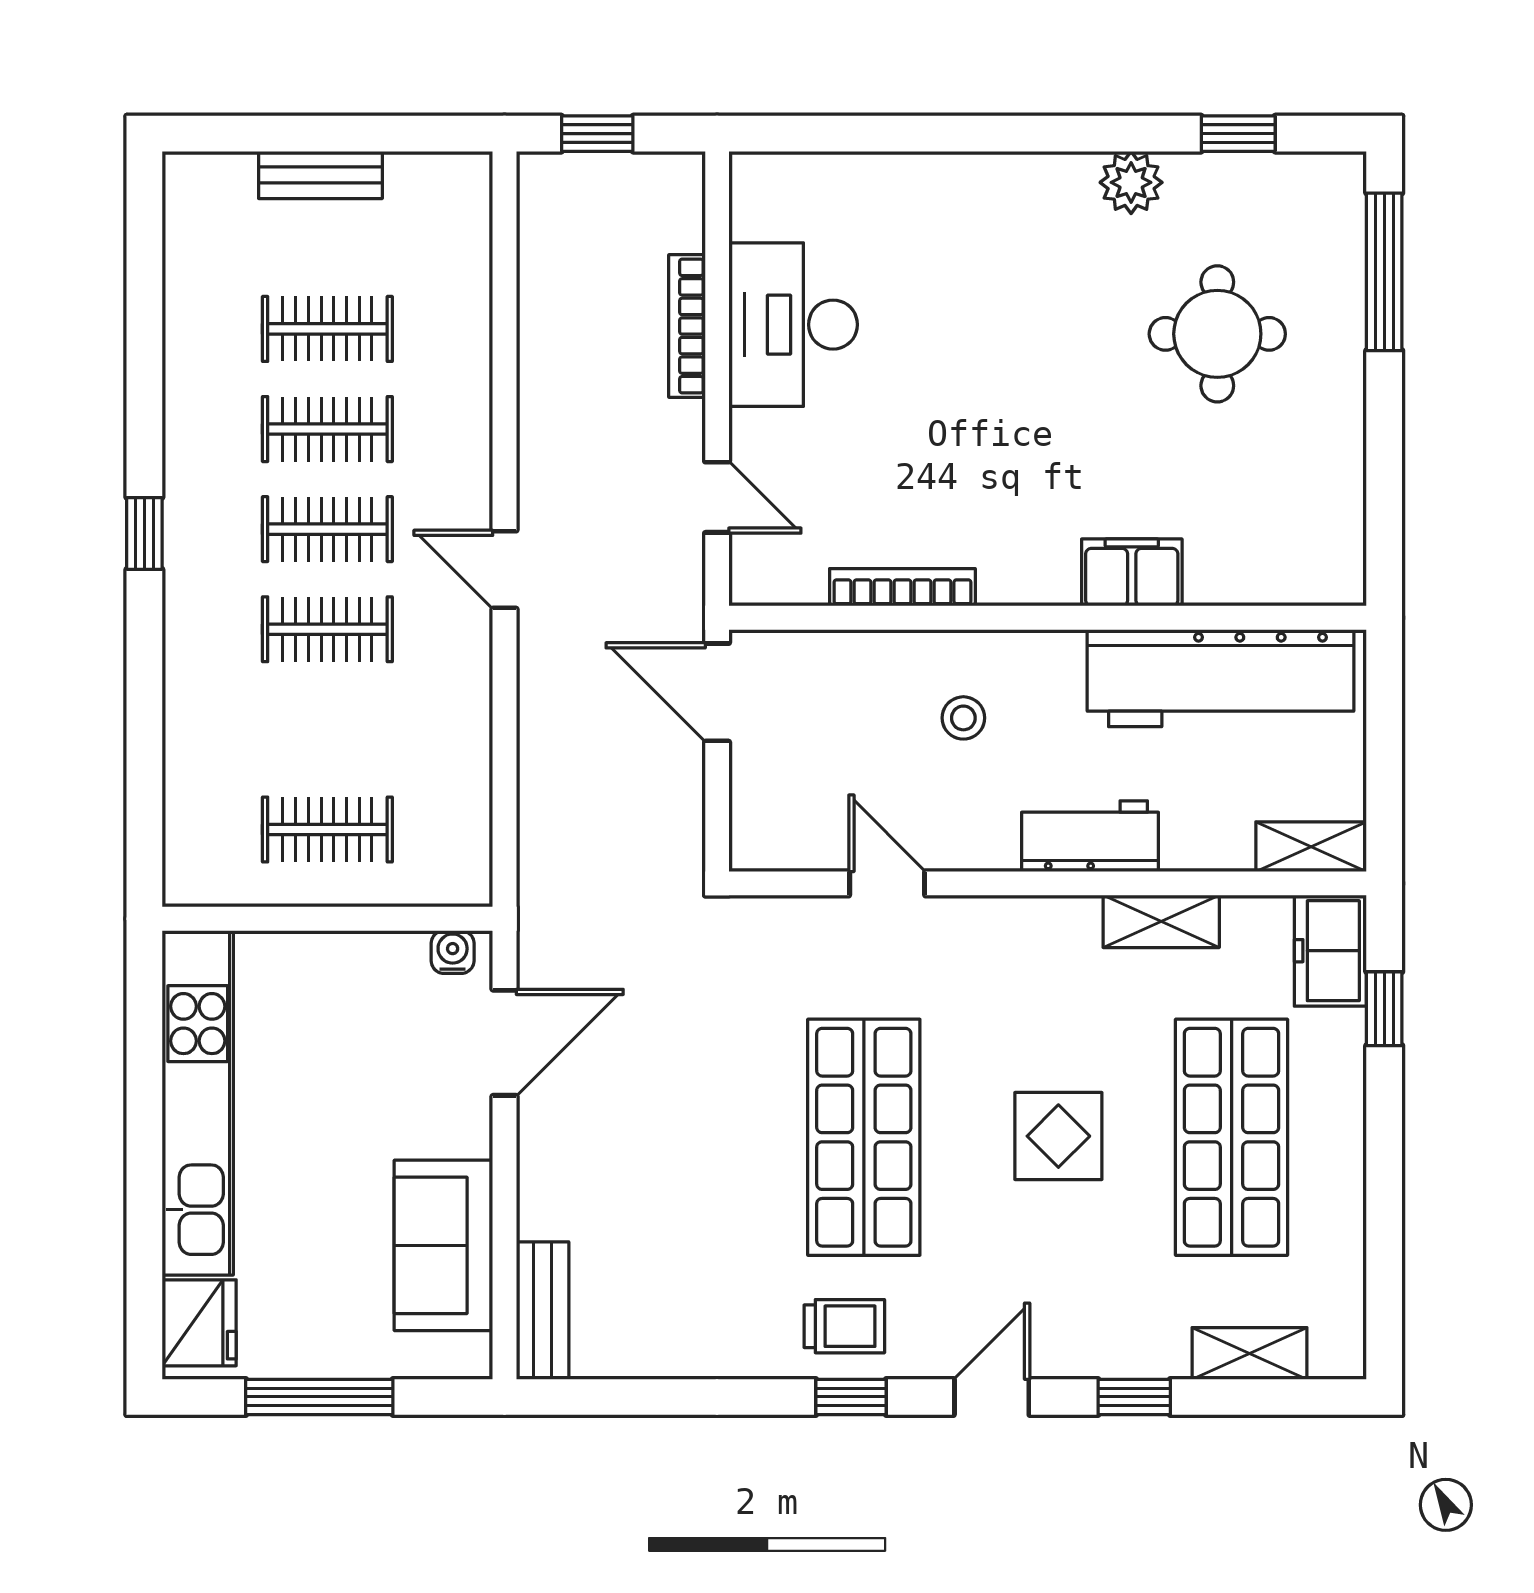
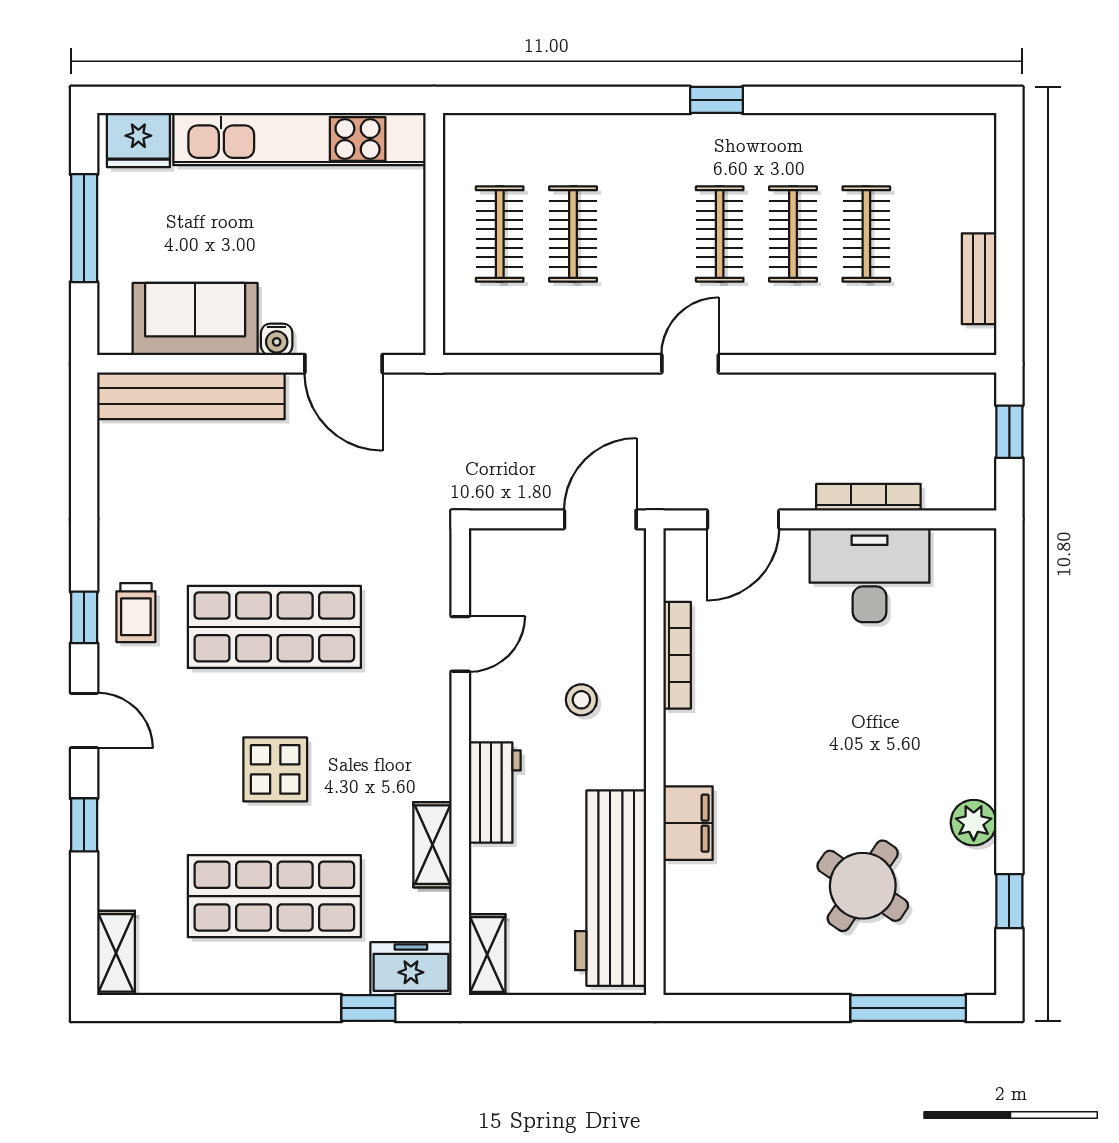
bench: (320, 175) -> (979, 279), moved
round table: (1217, 334) -> (863, 886), turned 34
door: (717, 497) -> (743, 519), width x1.38
clothes rail: (327, 629) -> (573, 234), moved
water cooler: (453, 952) -> (277, 339), moved, turned 90
bench: (543, 1311) -> (191, 396), width x1.86, depth x1.21
shelving: (1250, 1353) -> (116, 953), moved

